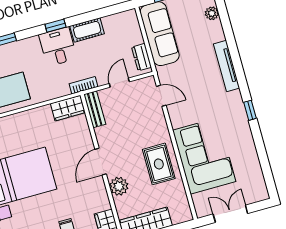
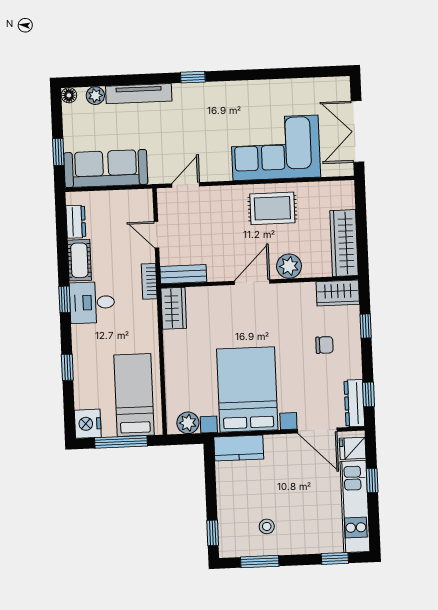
dresser: (142, 57) -> (76, 222), moved, turned -90
tv unit: (227, 66) -> (139, 94), moved
window: (250, 110) -> (193, 77), moved
door: (101, 162) -> (252, 282), swing flipped
double door: (230, 214) -> (357, 131), width x1.37

